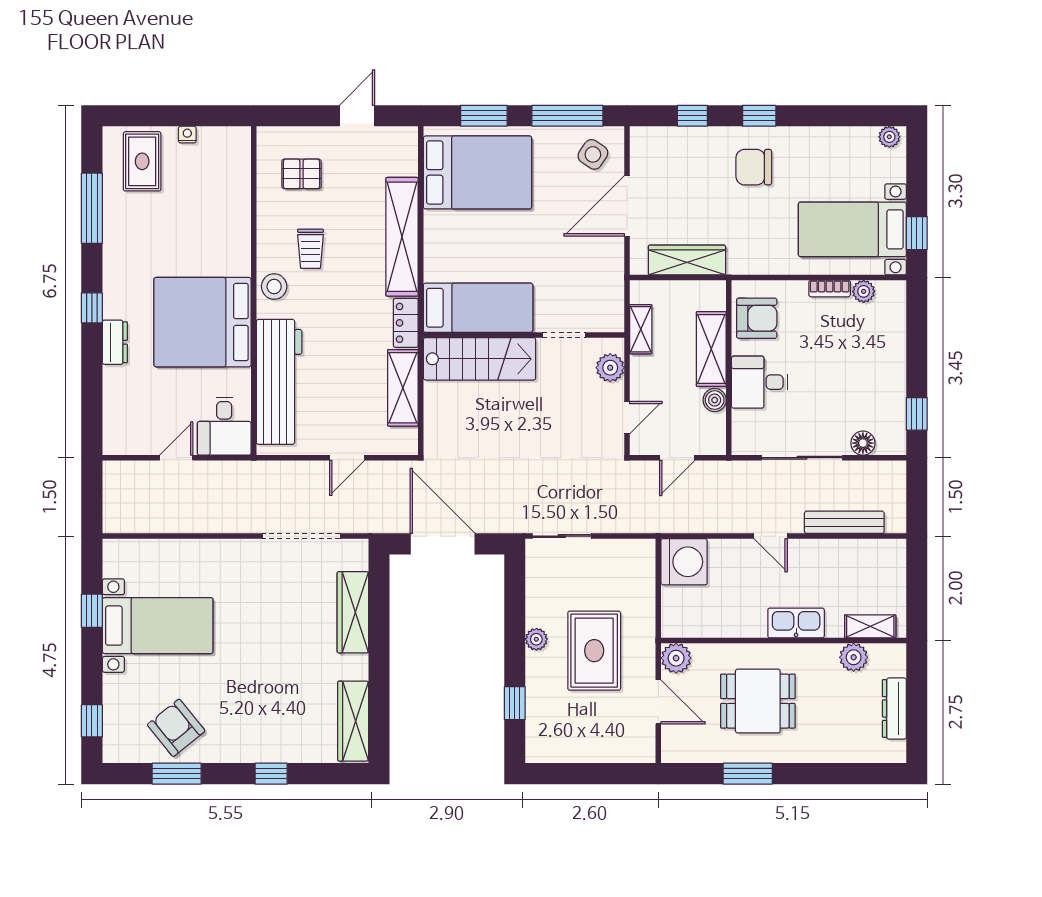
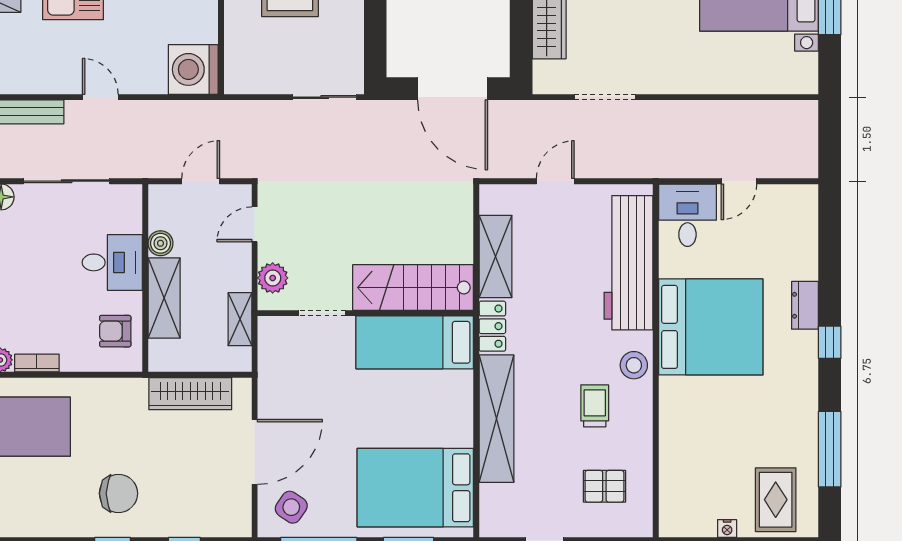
armchair: (757, 318) -> (115, 331), width x0.72, depth x0.72
doorway: (301, 536) -> (605, 97), width x0.73

